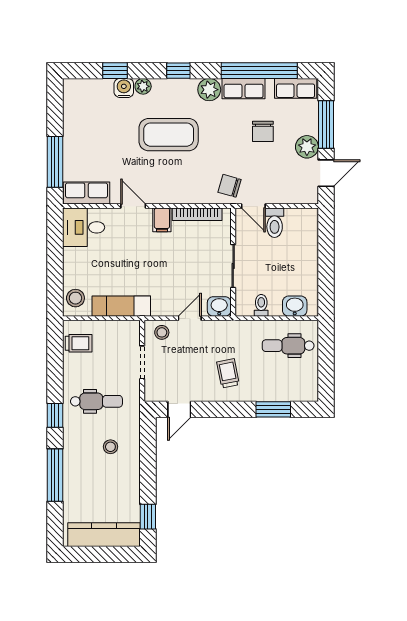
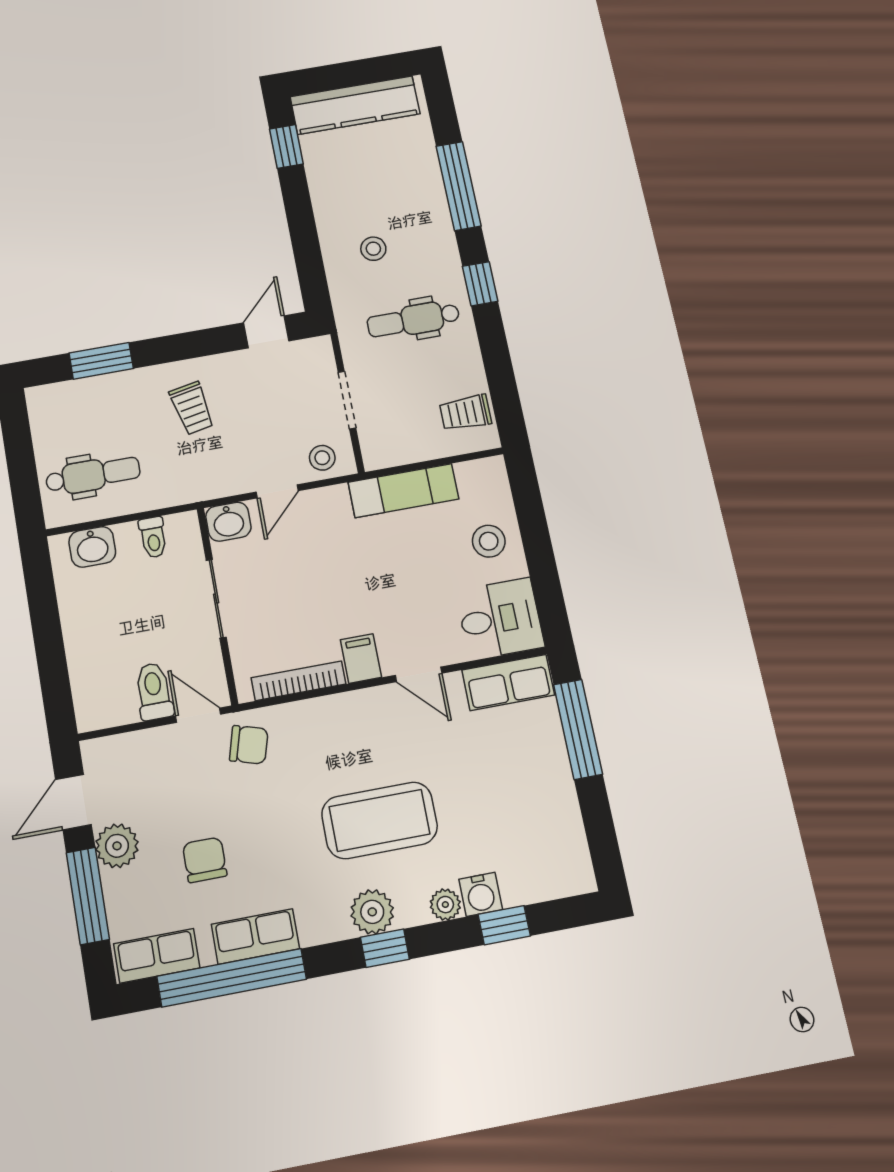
plant: (209, 90) -> (372, 912), moved
stool: (75, 298) -> (489, 541), moved

